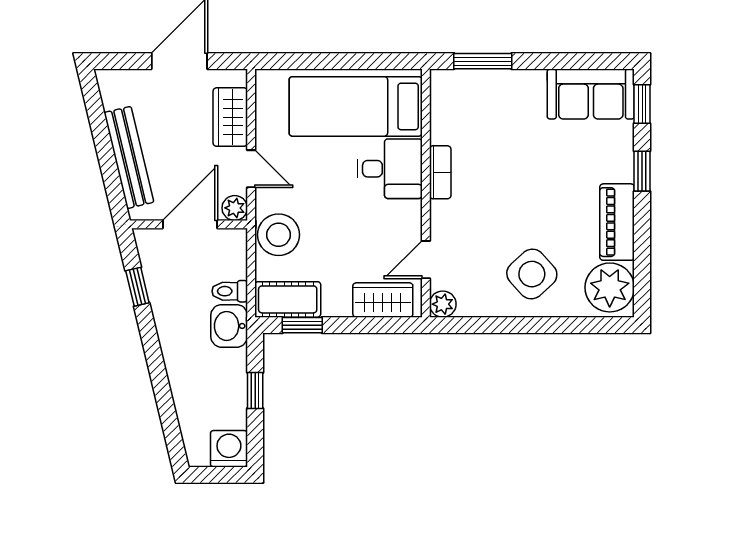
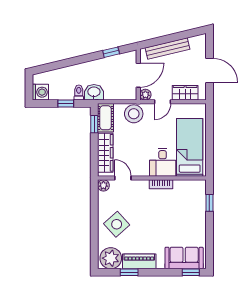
window: (483, 61) -> (209, 203), width x0.67
sofa: (591, 94) -> (184, 258), moved, turned 90
window: (642, 171) -> (129, 272), moved
door: (190, 224) -> (138, 75), hinge flipped
toilet: (230, 291) -> (79, 92), moved
wardrobe: (383, 300) -> (105, 153), width x1.50

